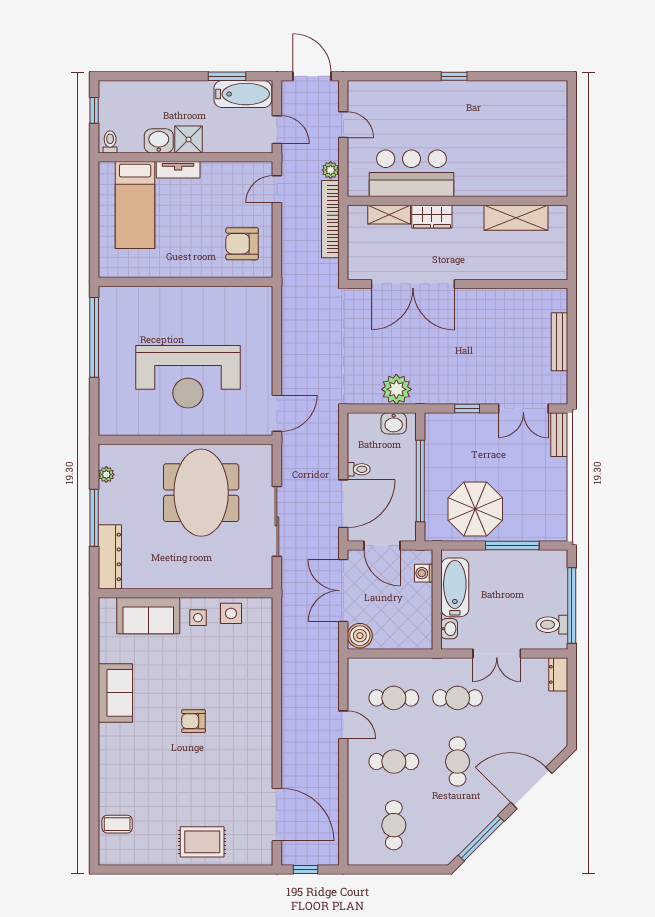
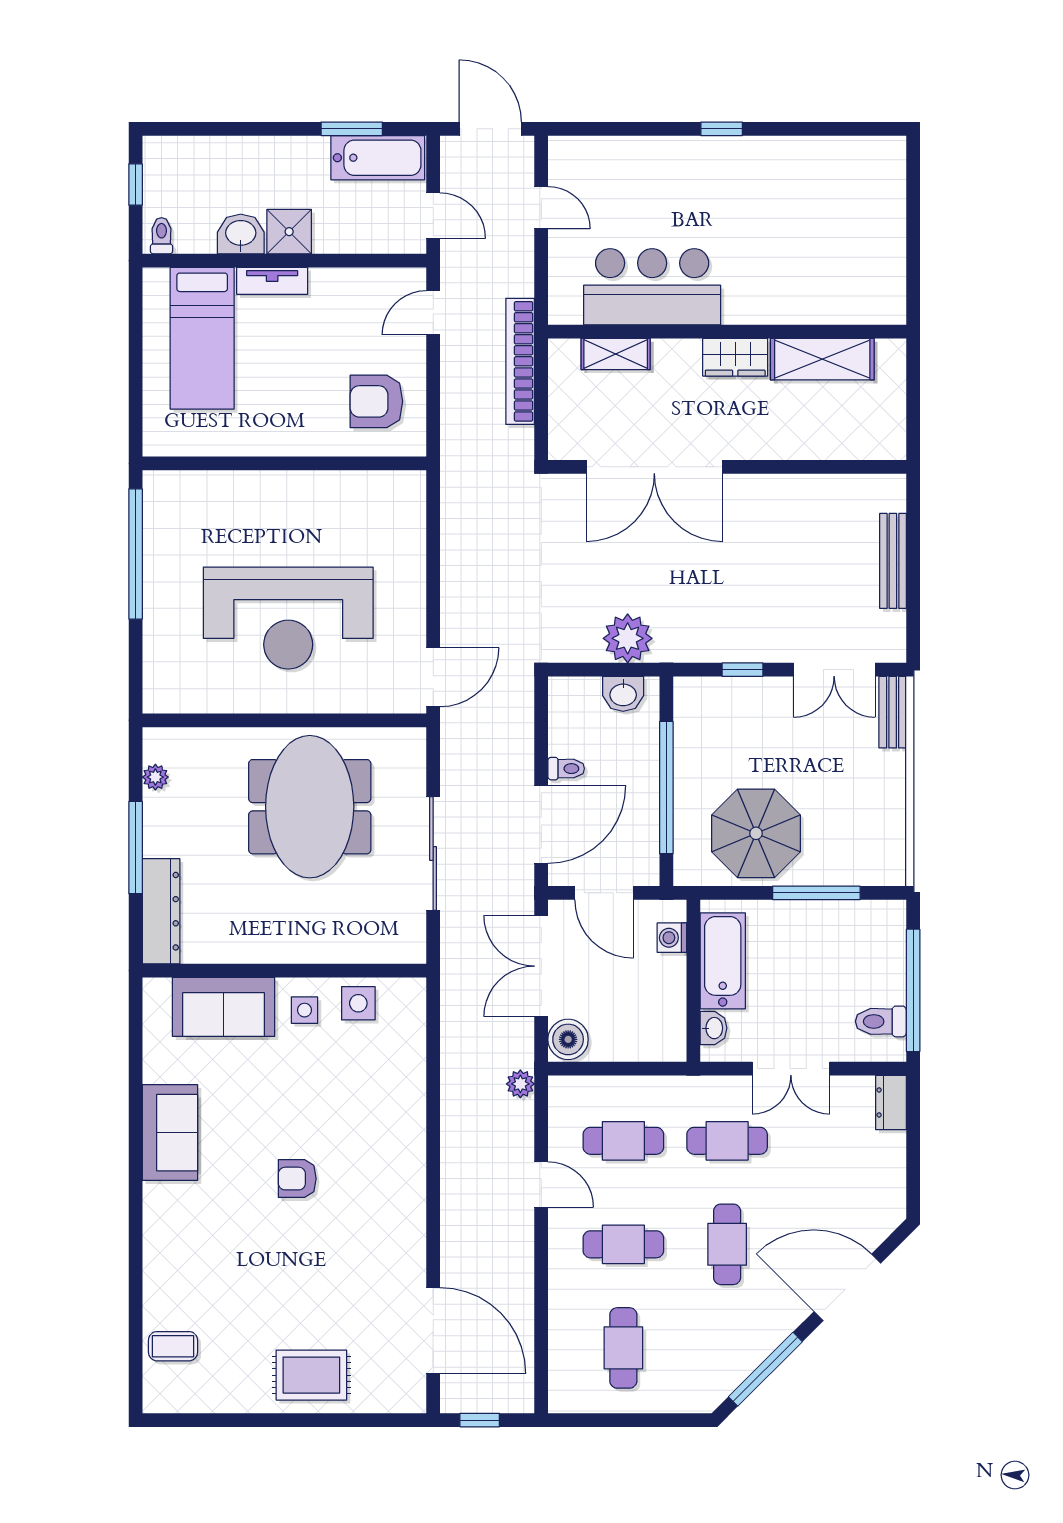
plant: (331, 170) -> (520, 1084), moved
wardrobe: (432, 217) -> (735, 357), moved

